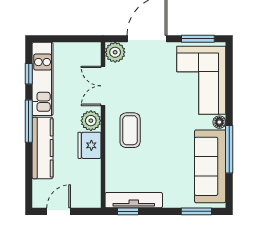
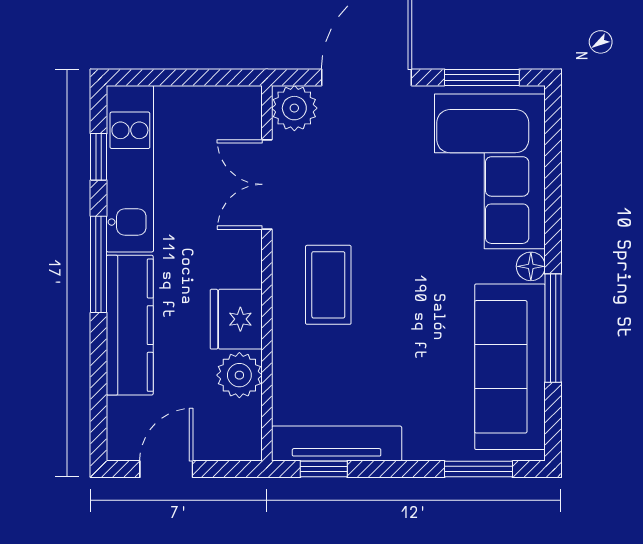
plant: (91, 121) -> (239, 375), moved

